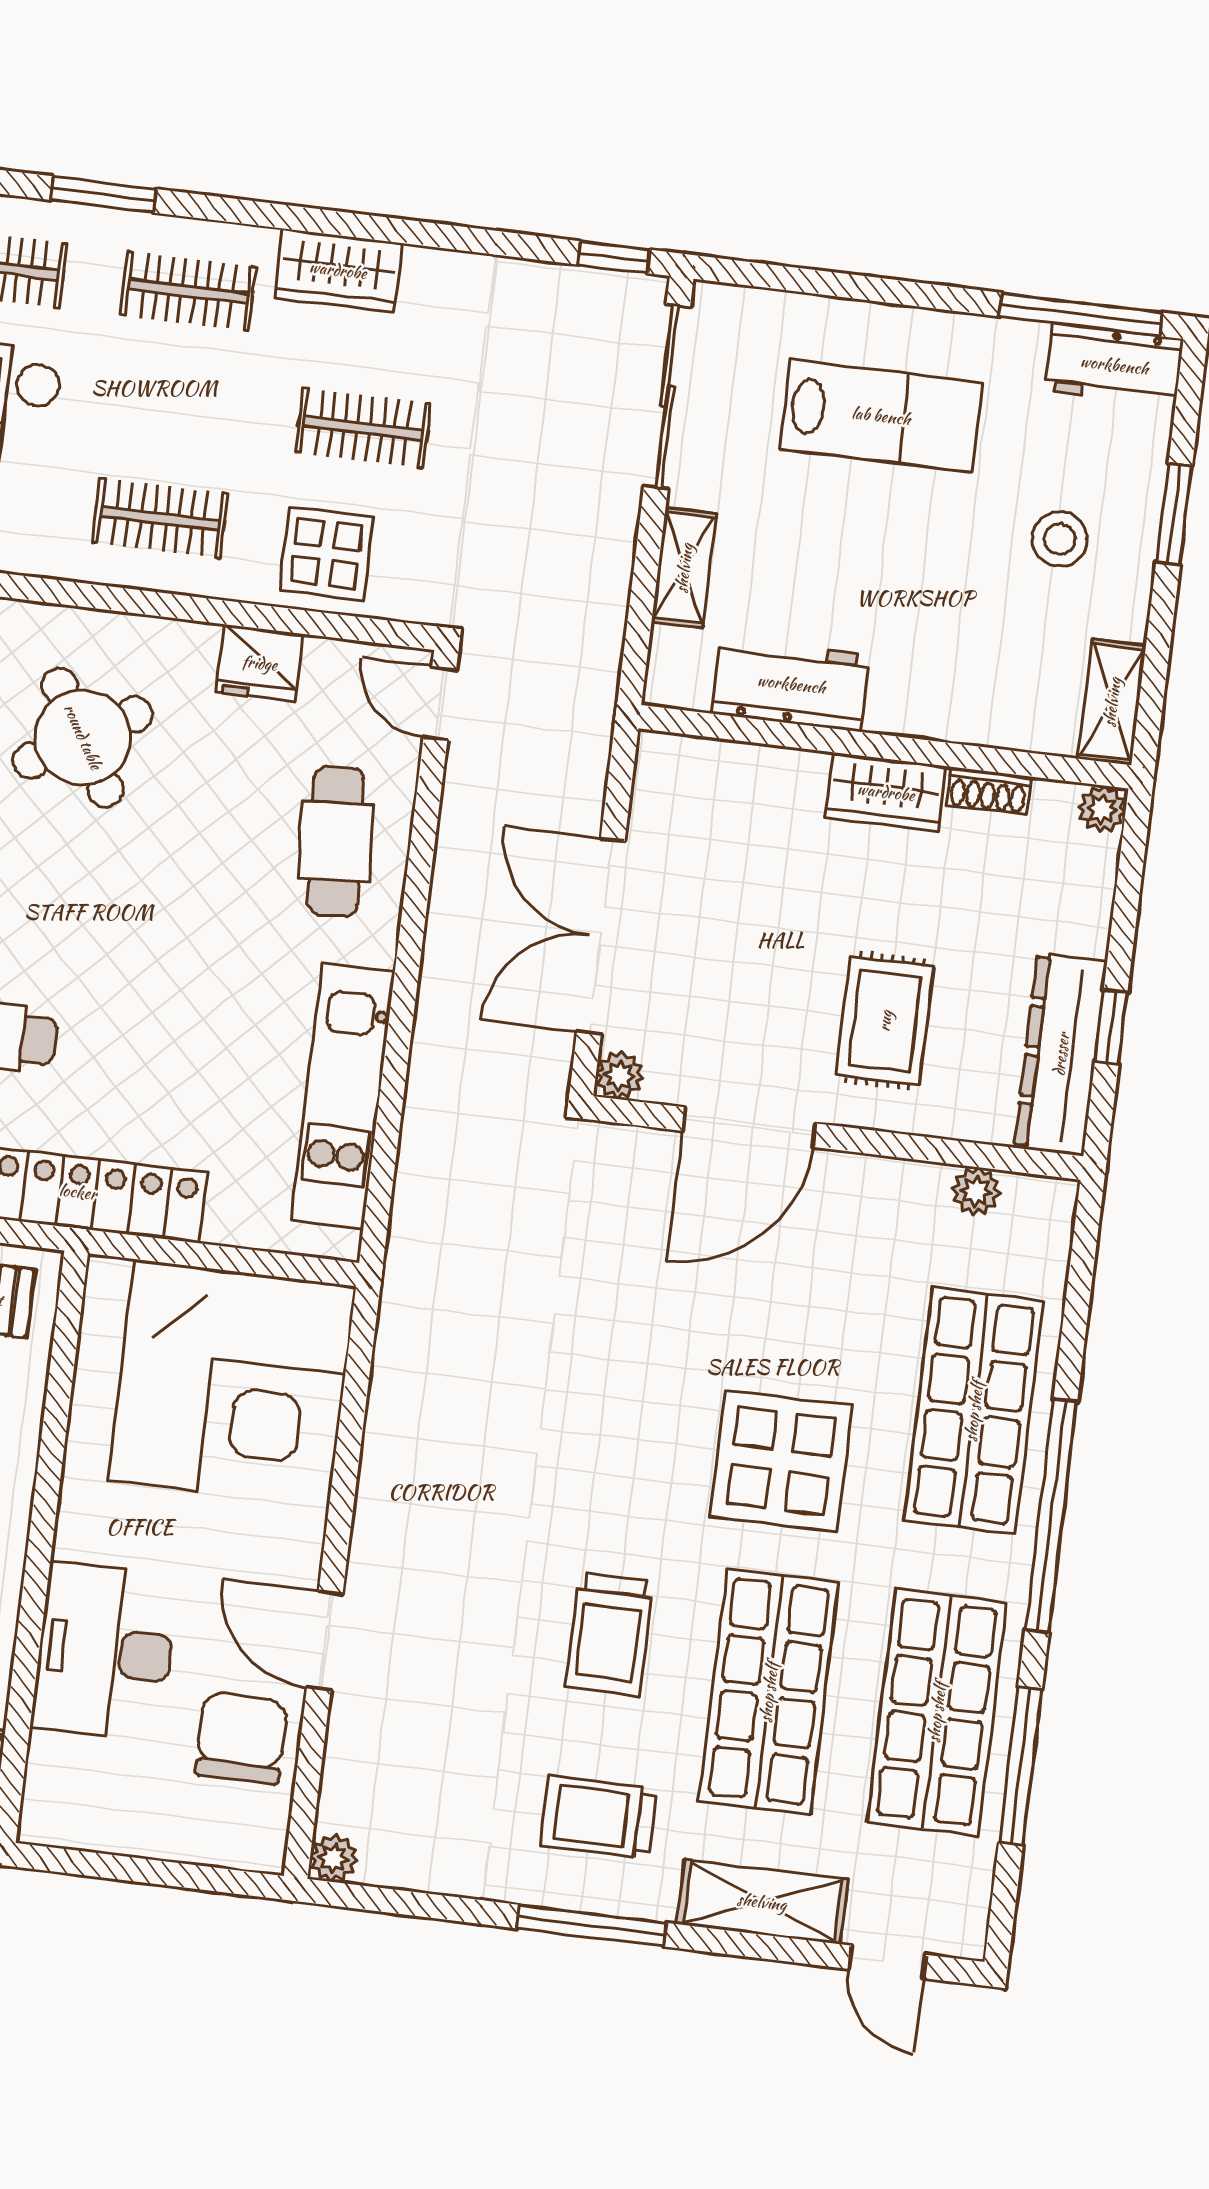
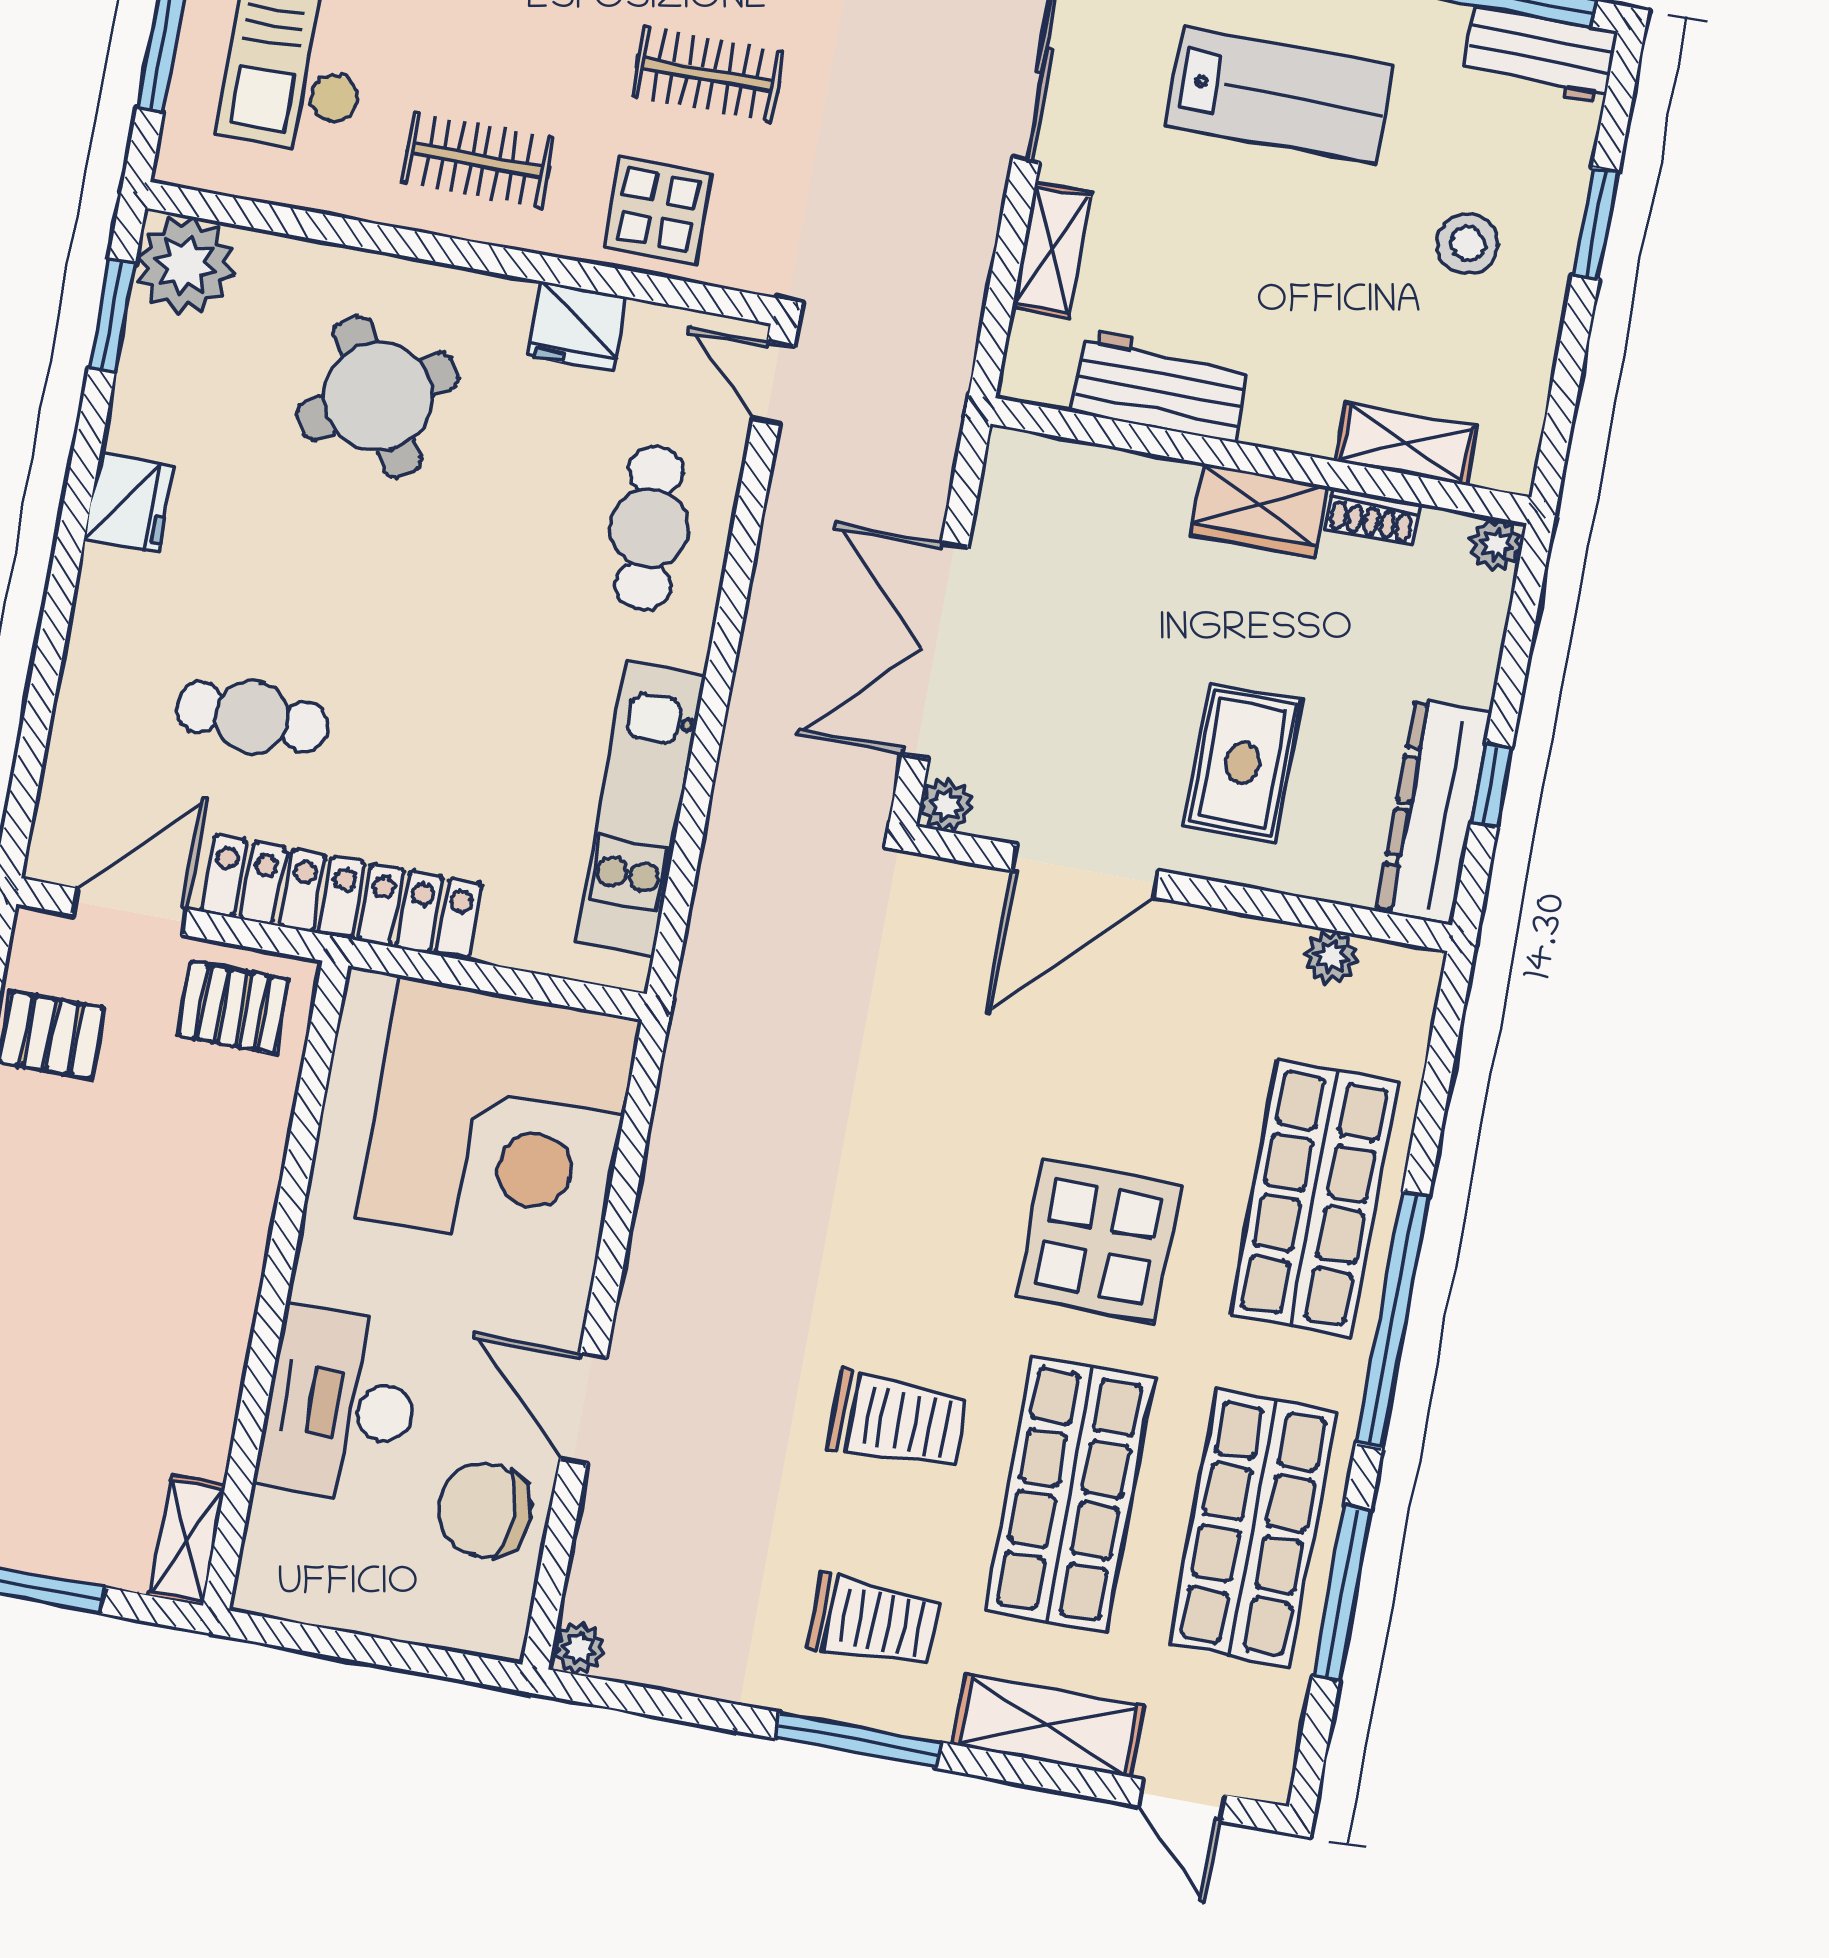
shelving: (1112, 702) -> (1406, 444), moved, turned 90
trolley: (609, 1634) -> (898, 1420), turned -90
chair: (241, 1738) -> (485, 1510), turned -90
trolley: (599, 1817) -> (873, 1621), turned 180

